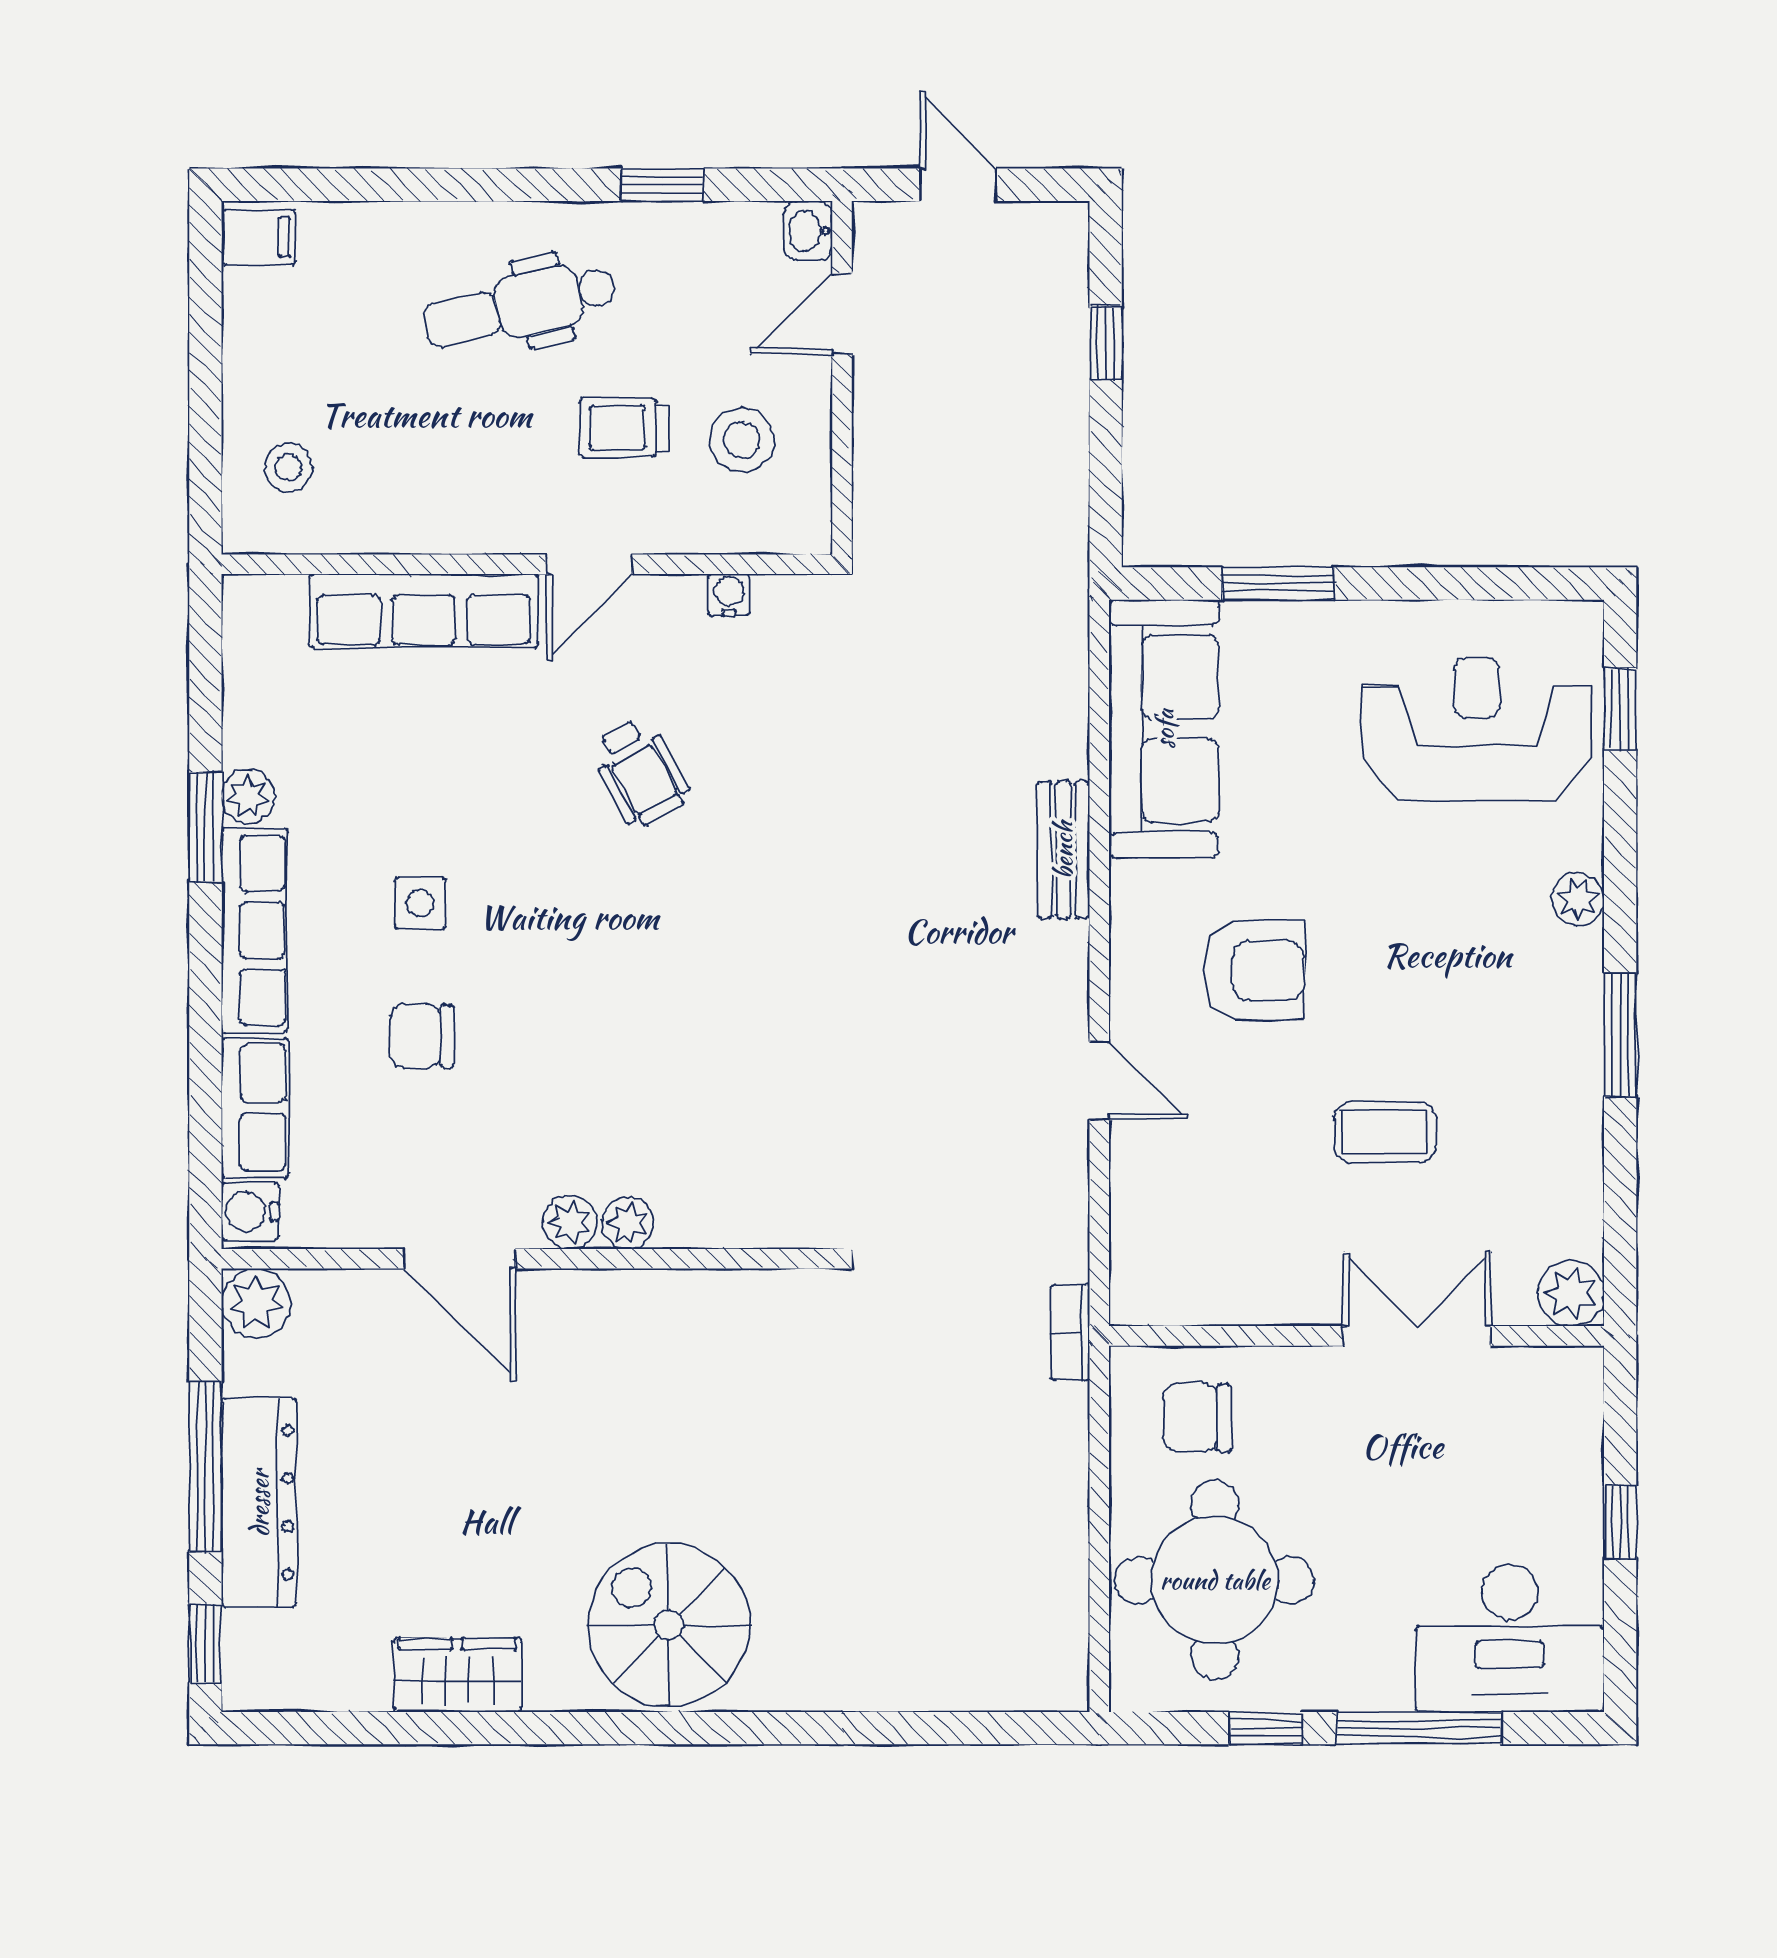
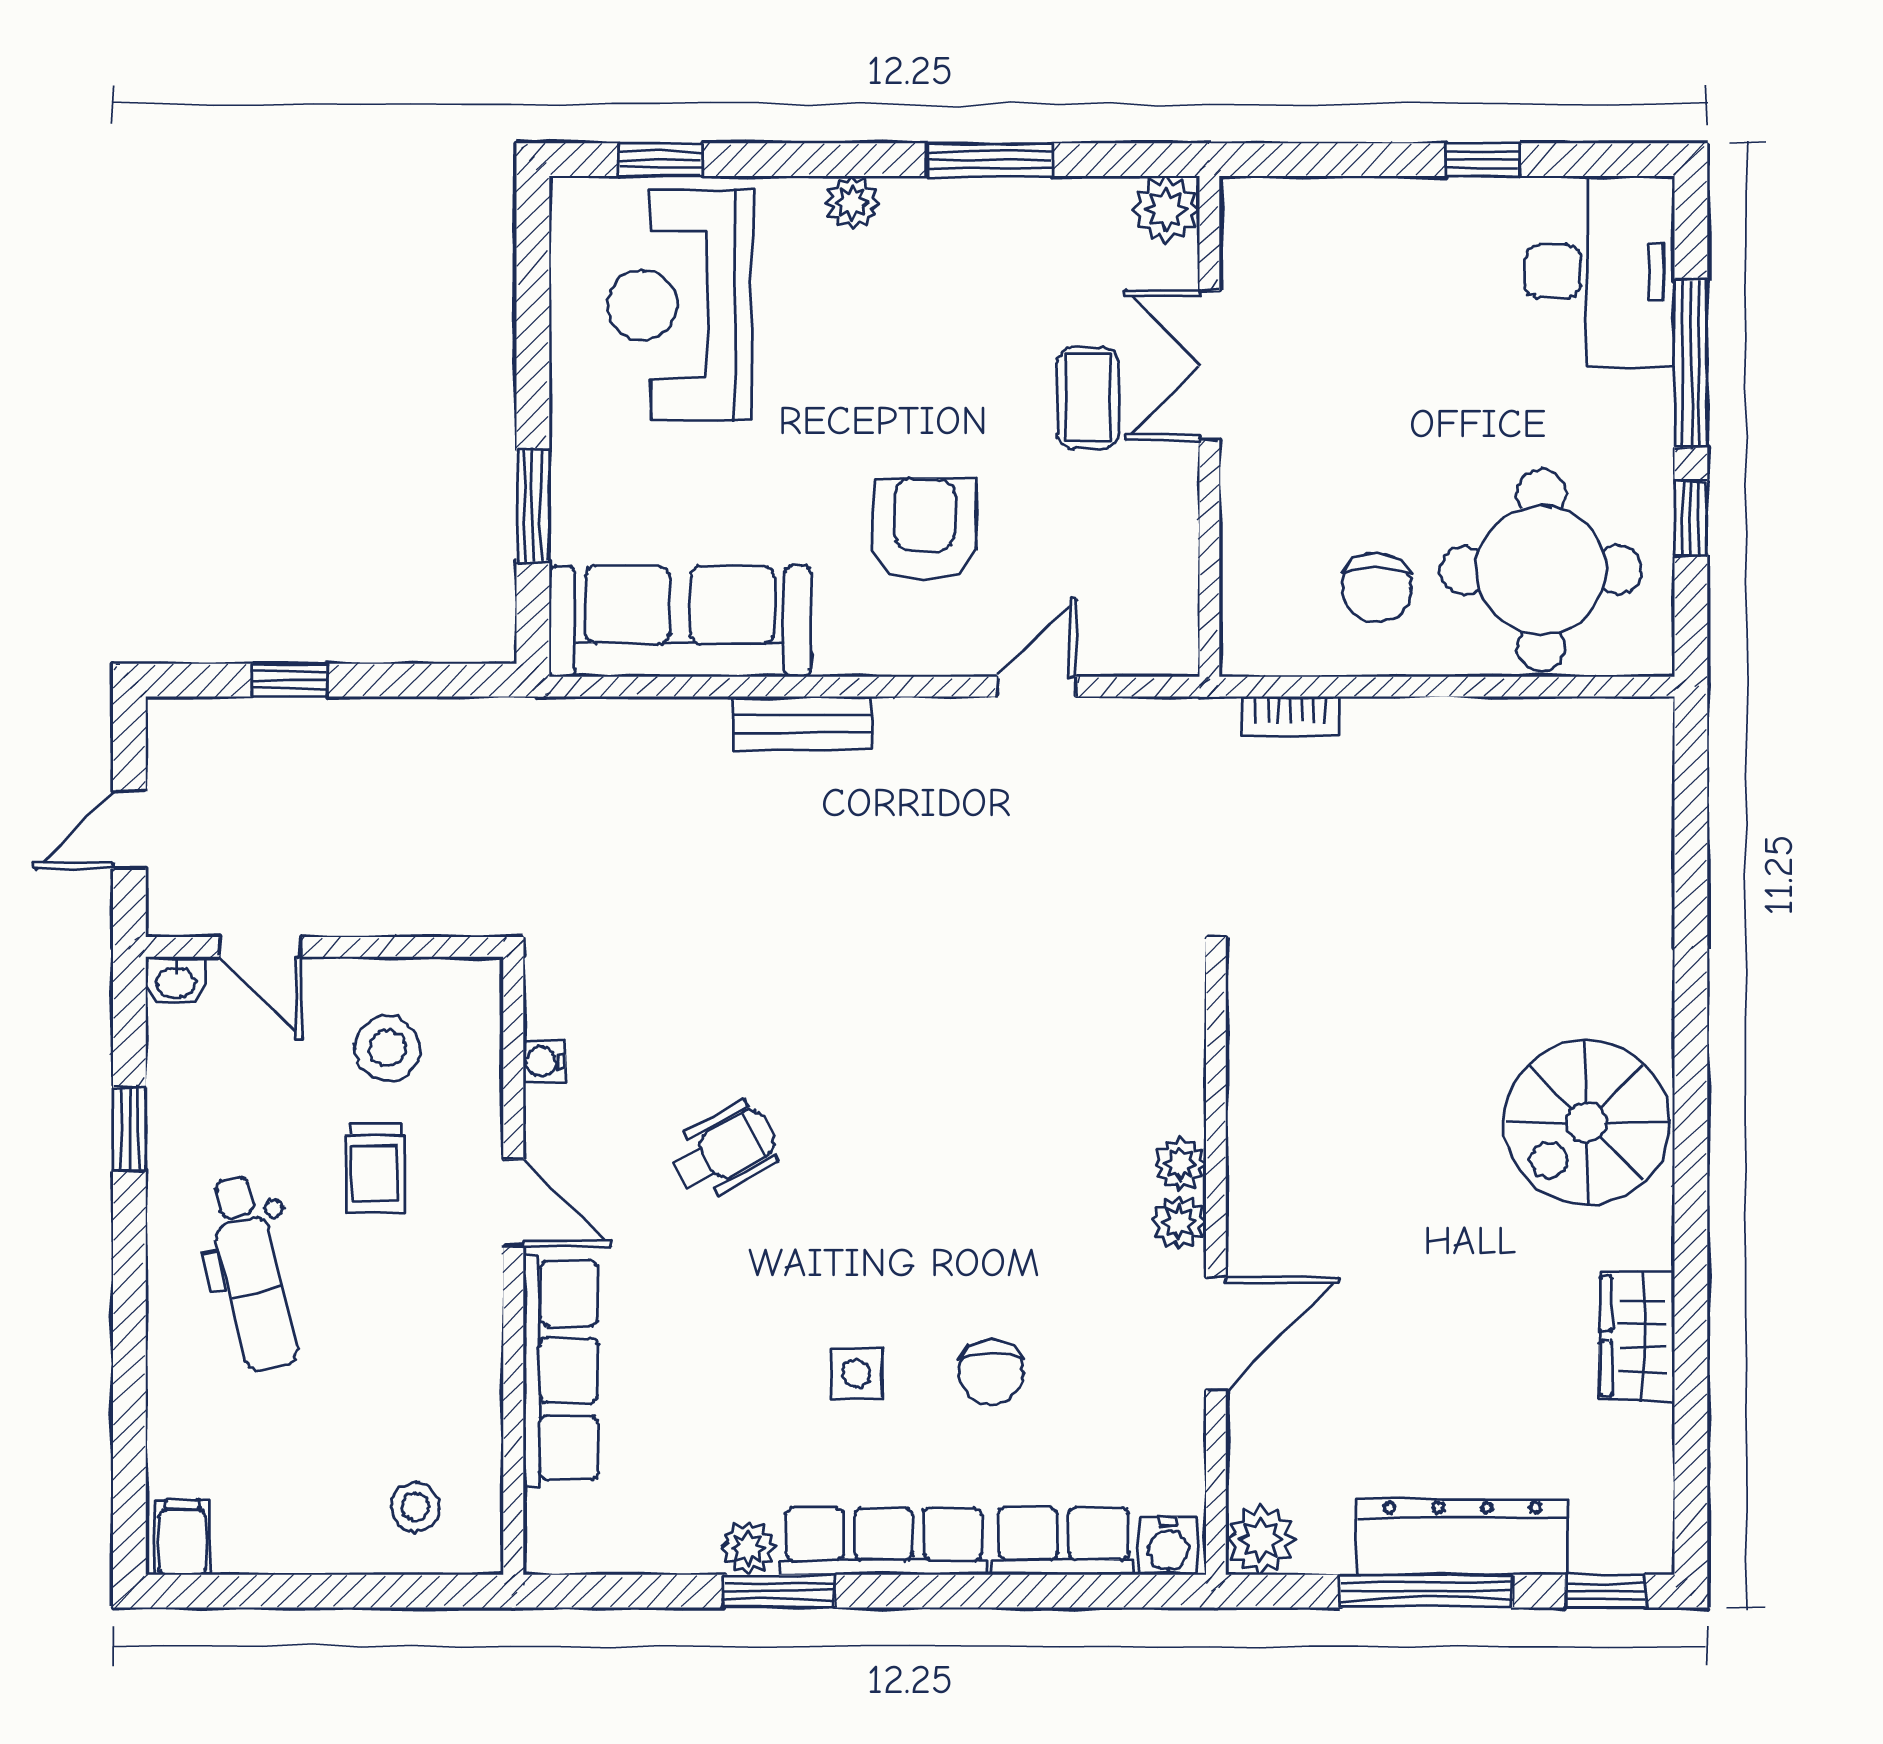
plant: (1571, 1293) -> (1166, 209), moved
wall: (1356, 1336) -> (1209, 426), moved
double door: (1417, 1336) -> (1209, 366), moved

